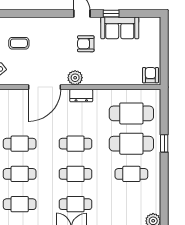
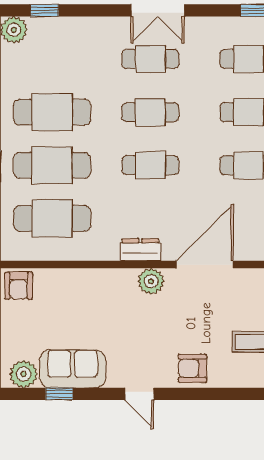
window: (111, 14) -> (59, 394), moved
plant: (148, 25) -> (24, 374), added
armchair: (86, 44) -> (192, 368), moved, turned 180
cafe table: (131, 174) -> (52, 112), width x1.37, depth x1.35

